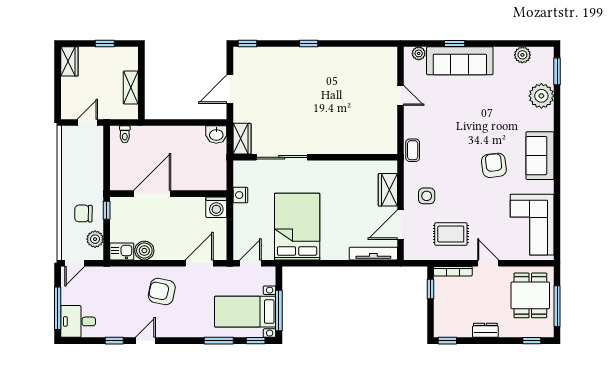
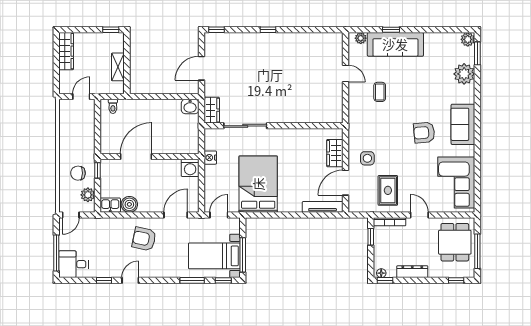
window: (105, 44) -> (111, 30), moved
plant: (522, 55) -> (468, 39), moved
wardrobe: (69, 61) -> (66, 51), width x1.50
coffee table: (413, 150) -> (380, 92), moved
armchair: (494, 165) -> (424, 133), turned -88
rug: (451, 234) -> (388, 190), turned 90
dresser: (485, 330) -> (412, 272), width x1.44
floor lamp: (443, 332) -> (381, 273), added

